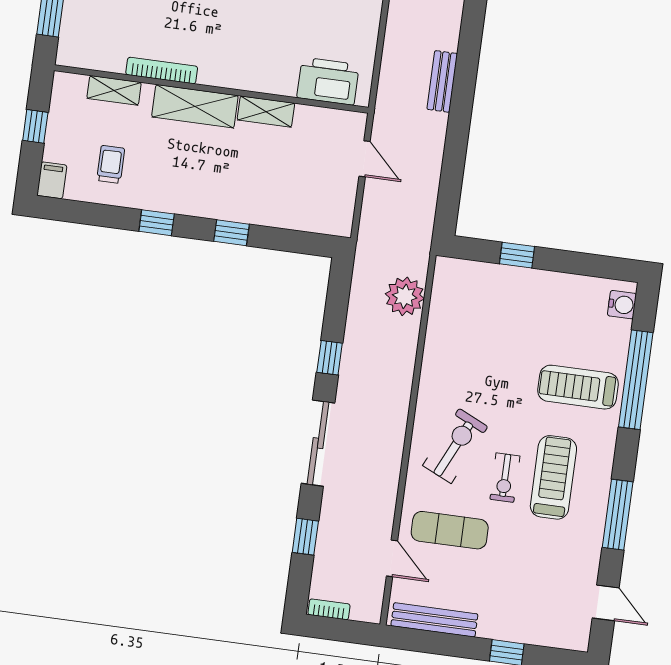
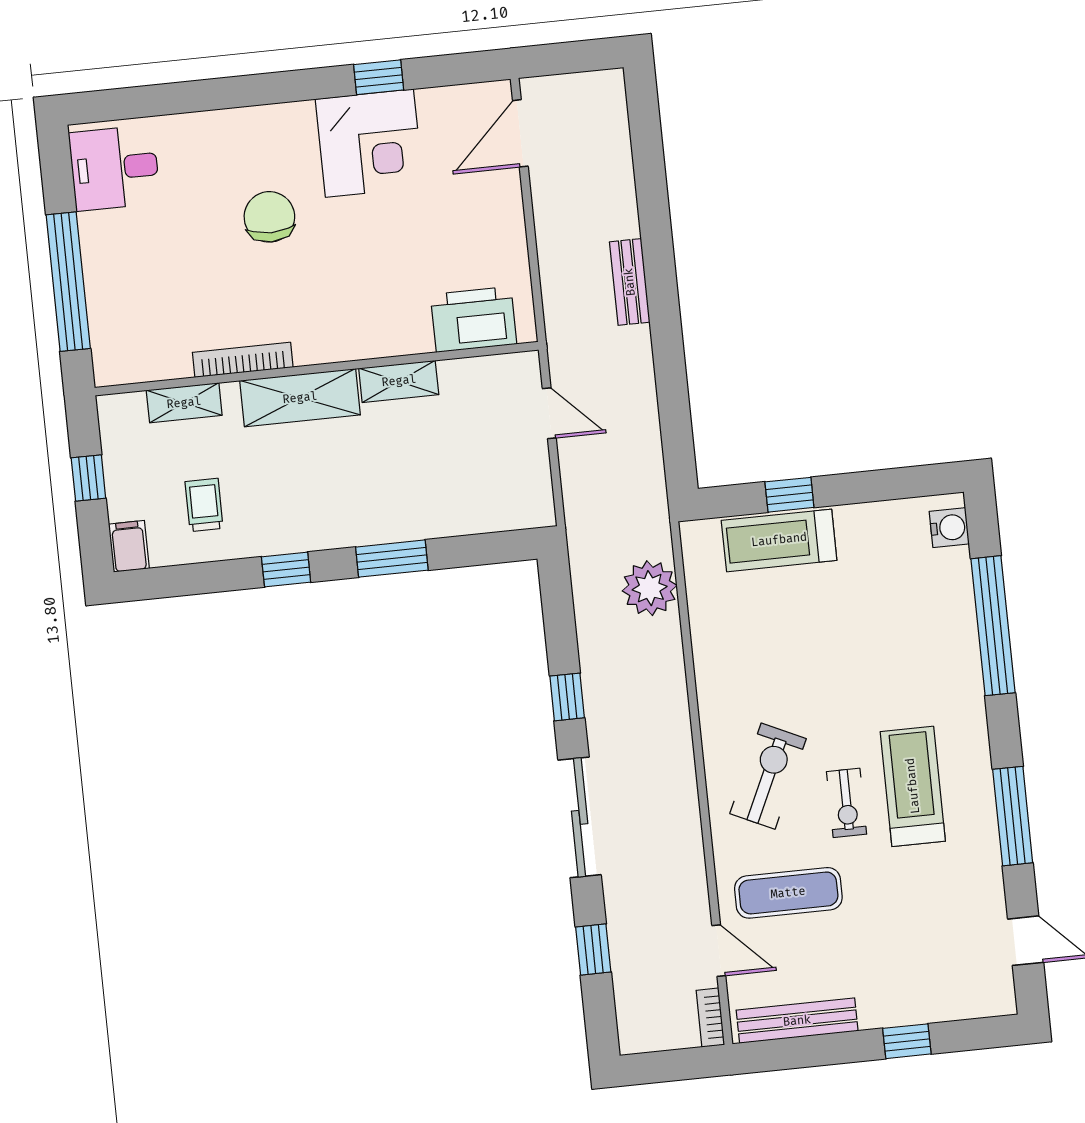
window: (232, 233) -> (392, 559), width x1.50
treadmill: (578, 387) -> (779, 540), moved
bookcase: (329, 609) -> (710, 1018), moved, turned -90

